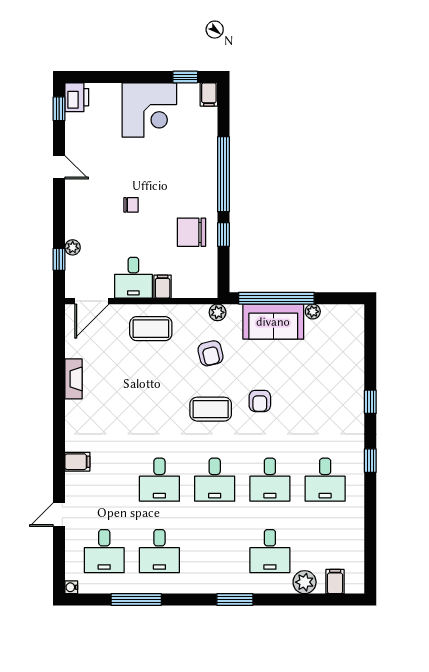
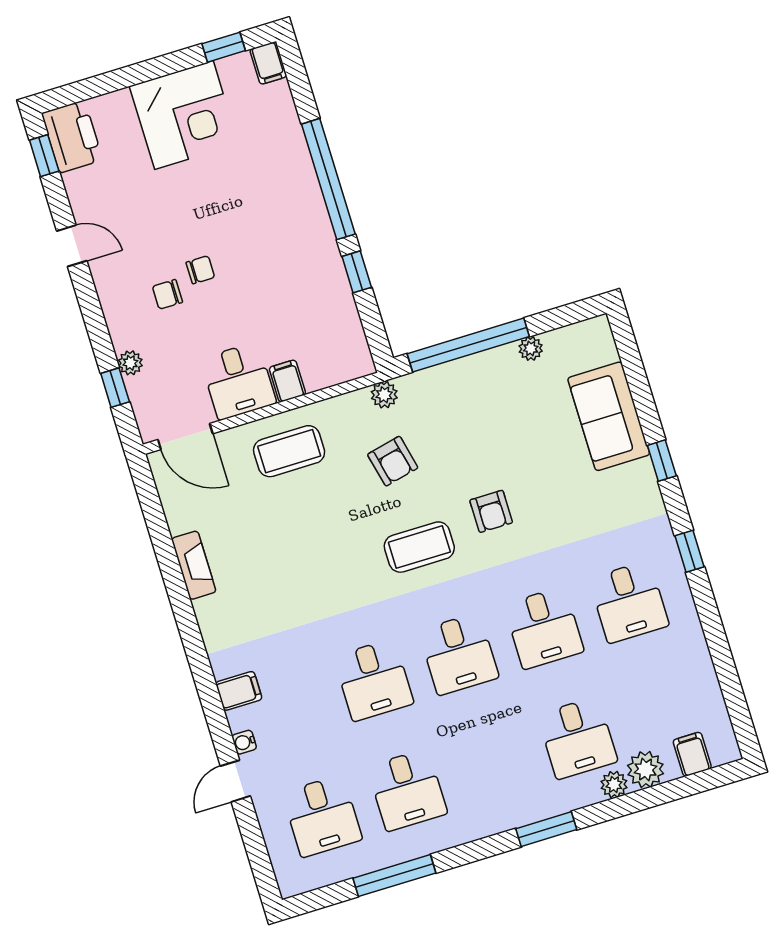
printer: (77, 97) -> (72, 137), width x1.37, depth x1.19
chair: (191, 232) -> (167, 294), moved, width x0.54, depth x0.54
door: (92, 301) -> (185, 437), hinge flipped
sofa: (273, 322) -> (609, 416), moved, turned 90
plant: (283, 585) -> (614, 784), added
water cooler: (71, 587) -> (244, 742), moved

